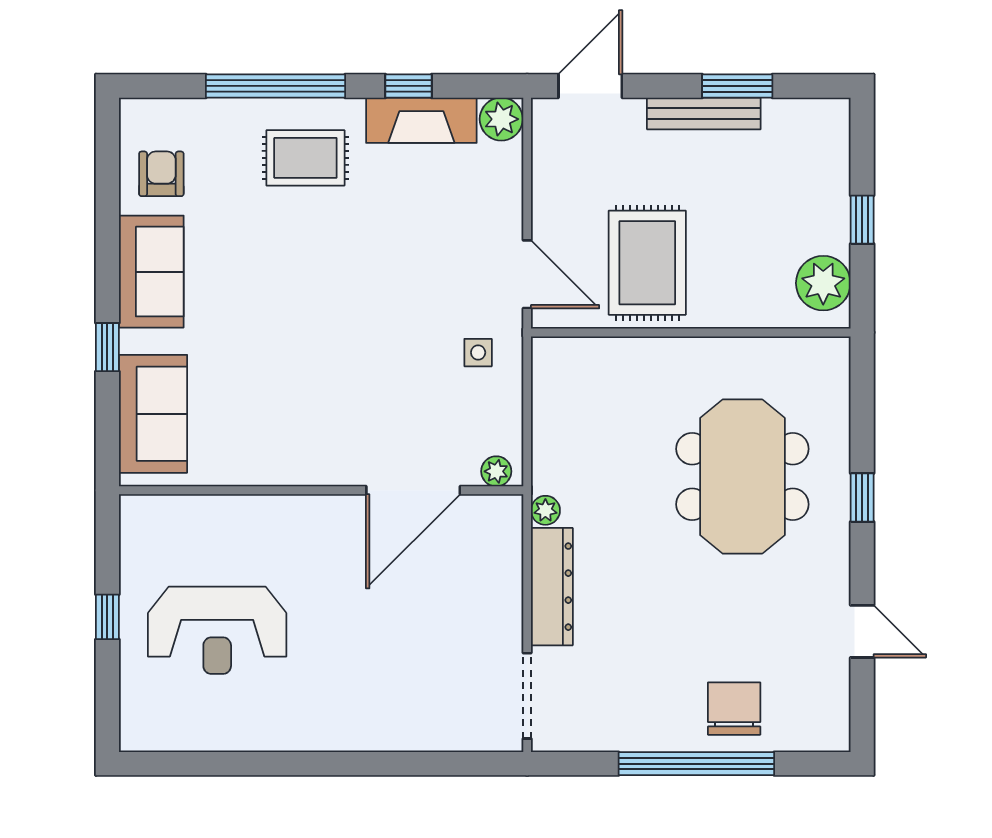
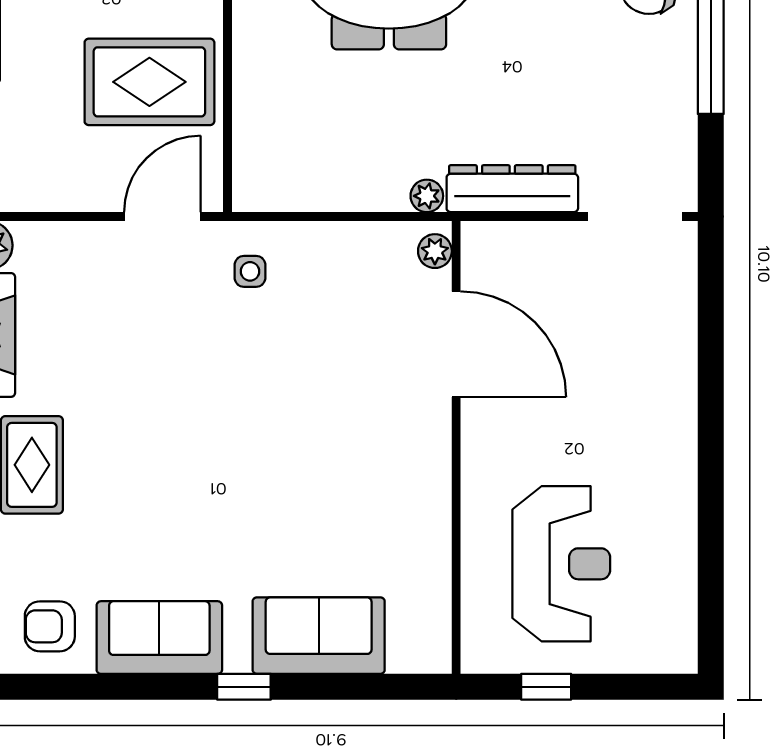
plant: (496, 471) -> (435, 251), moved
wall: (321, 490) -> (456, 447), moved
door: (413, 490) -> (456, 344), moved

